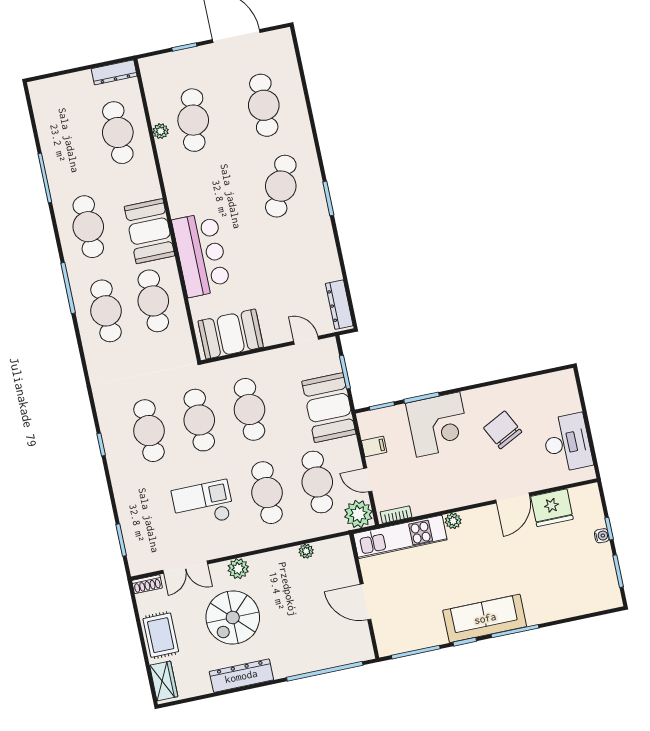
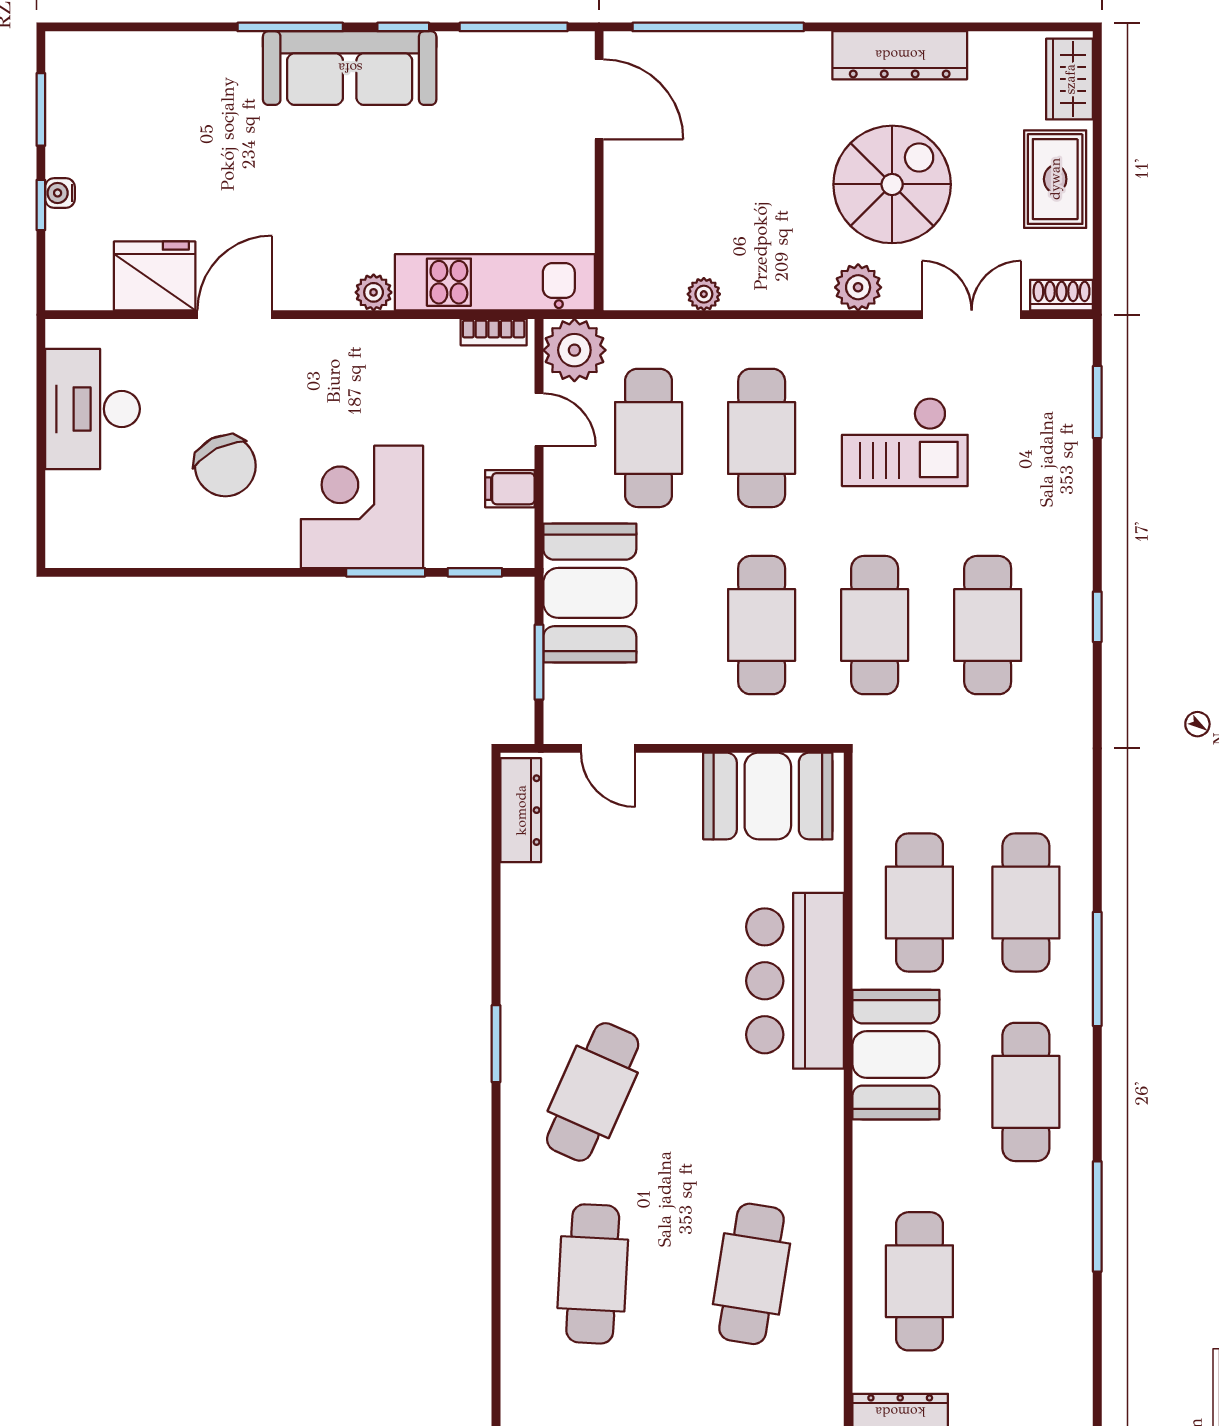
plant: (161, 131) -> (827, 1265), removed
door: (365, 602) -> (599, 99), moved

